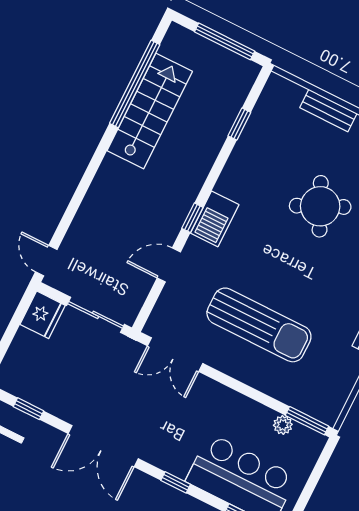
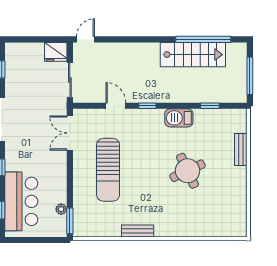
barbecue: (215, 219) -> (179, 118), moved

